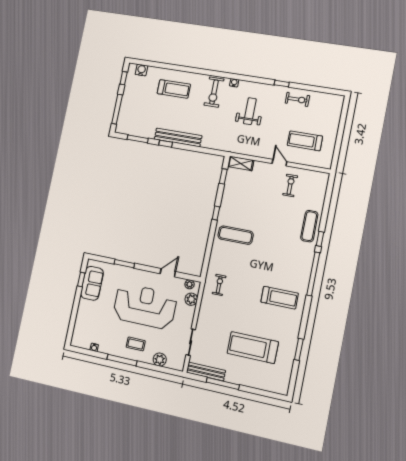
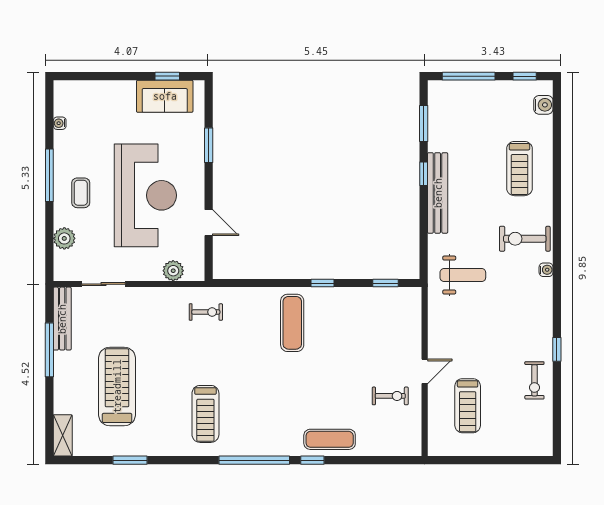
weight bench: (250, 111) -> (463, 275), moved
treadmill: (305, 141) -> (468, 406), turned 180
shelving: (241, 163) -> (63, 435), moved
plant: (190, 284) -> (197, 263), removed

